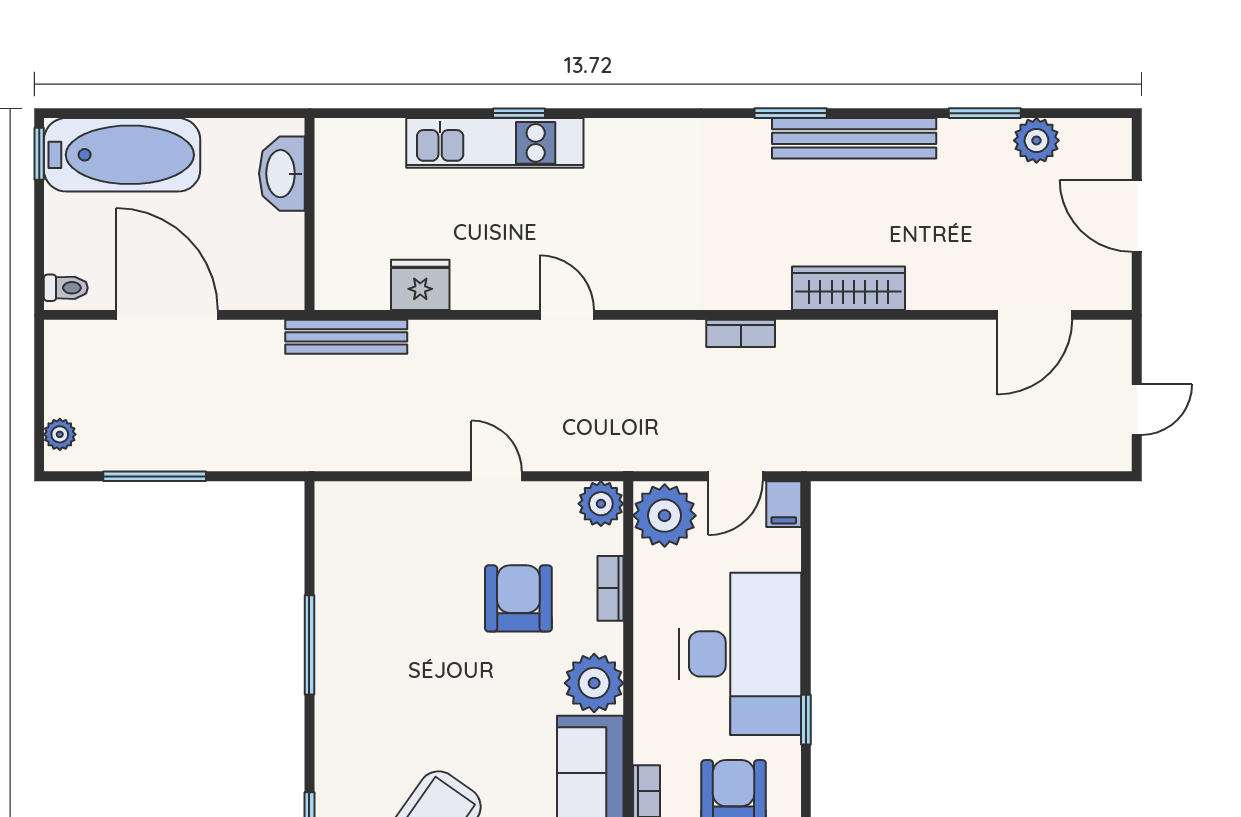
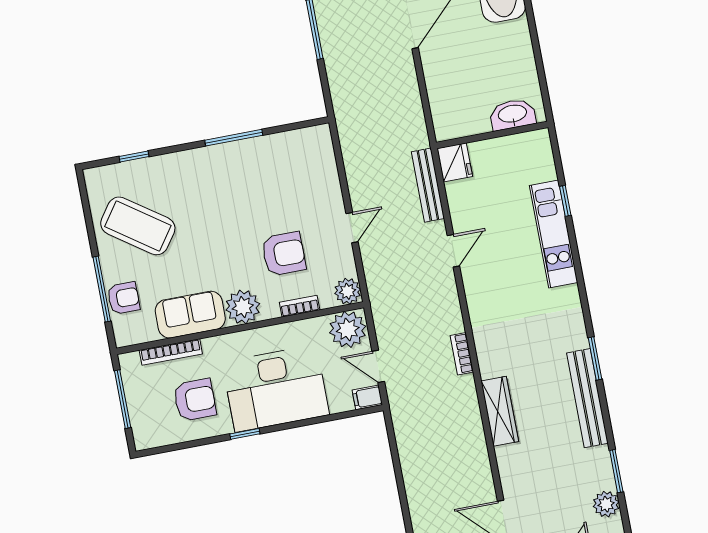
kitchen unit: (495, 143) -> (554, 234), moved
washbasin: (282, 174) -> (513, 114), moved
wall: (309, 214) -> (492, 135), moved
bench: (346, 337) -> (428, 185), moved

